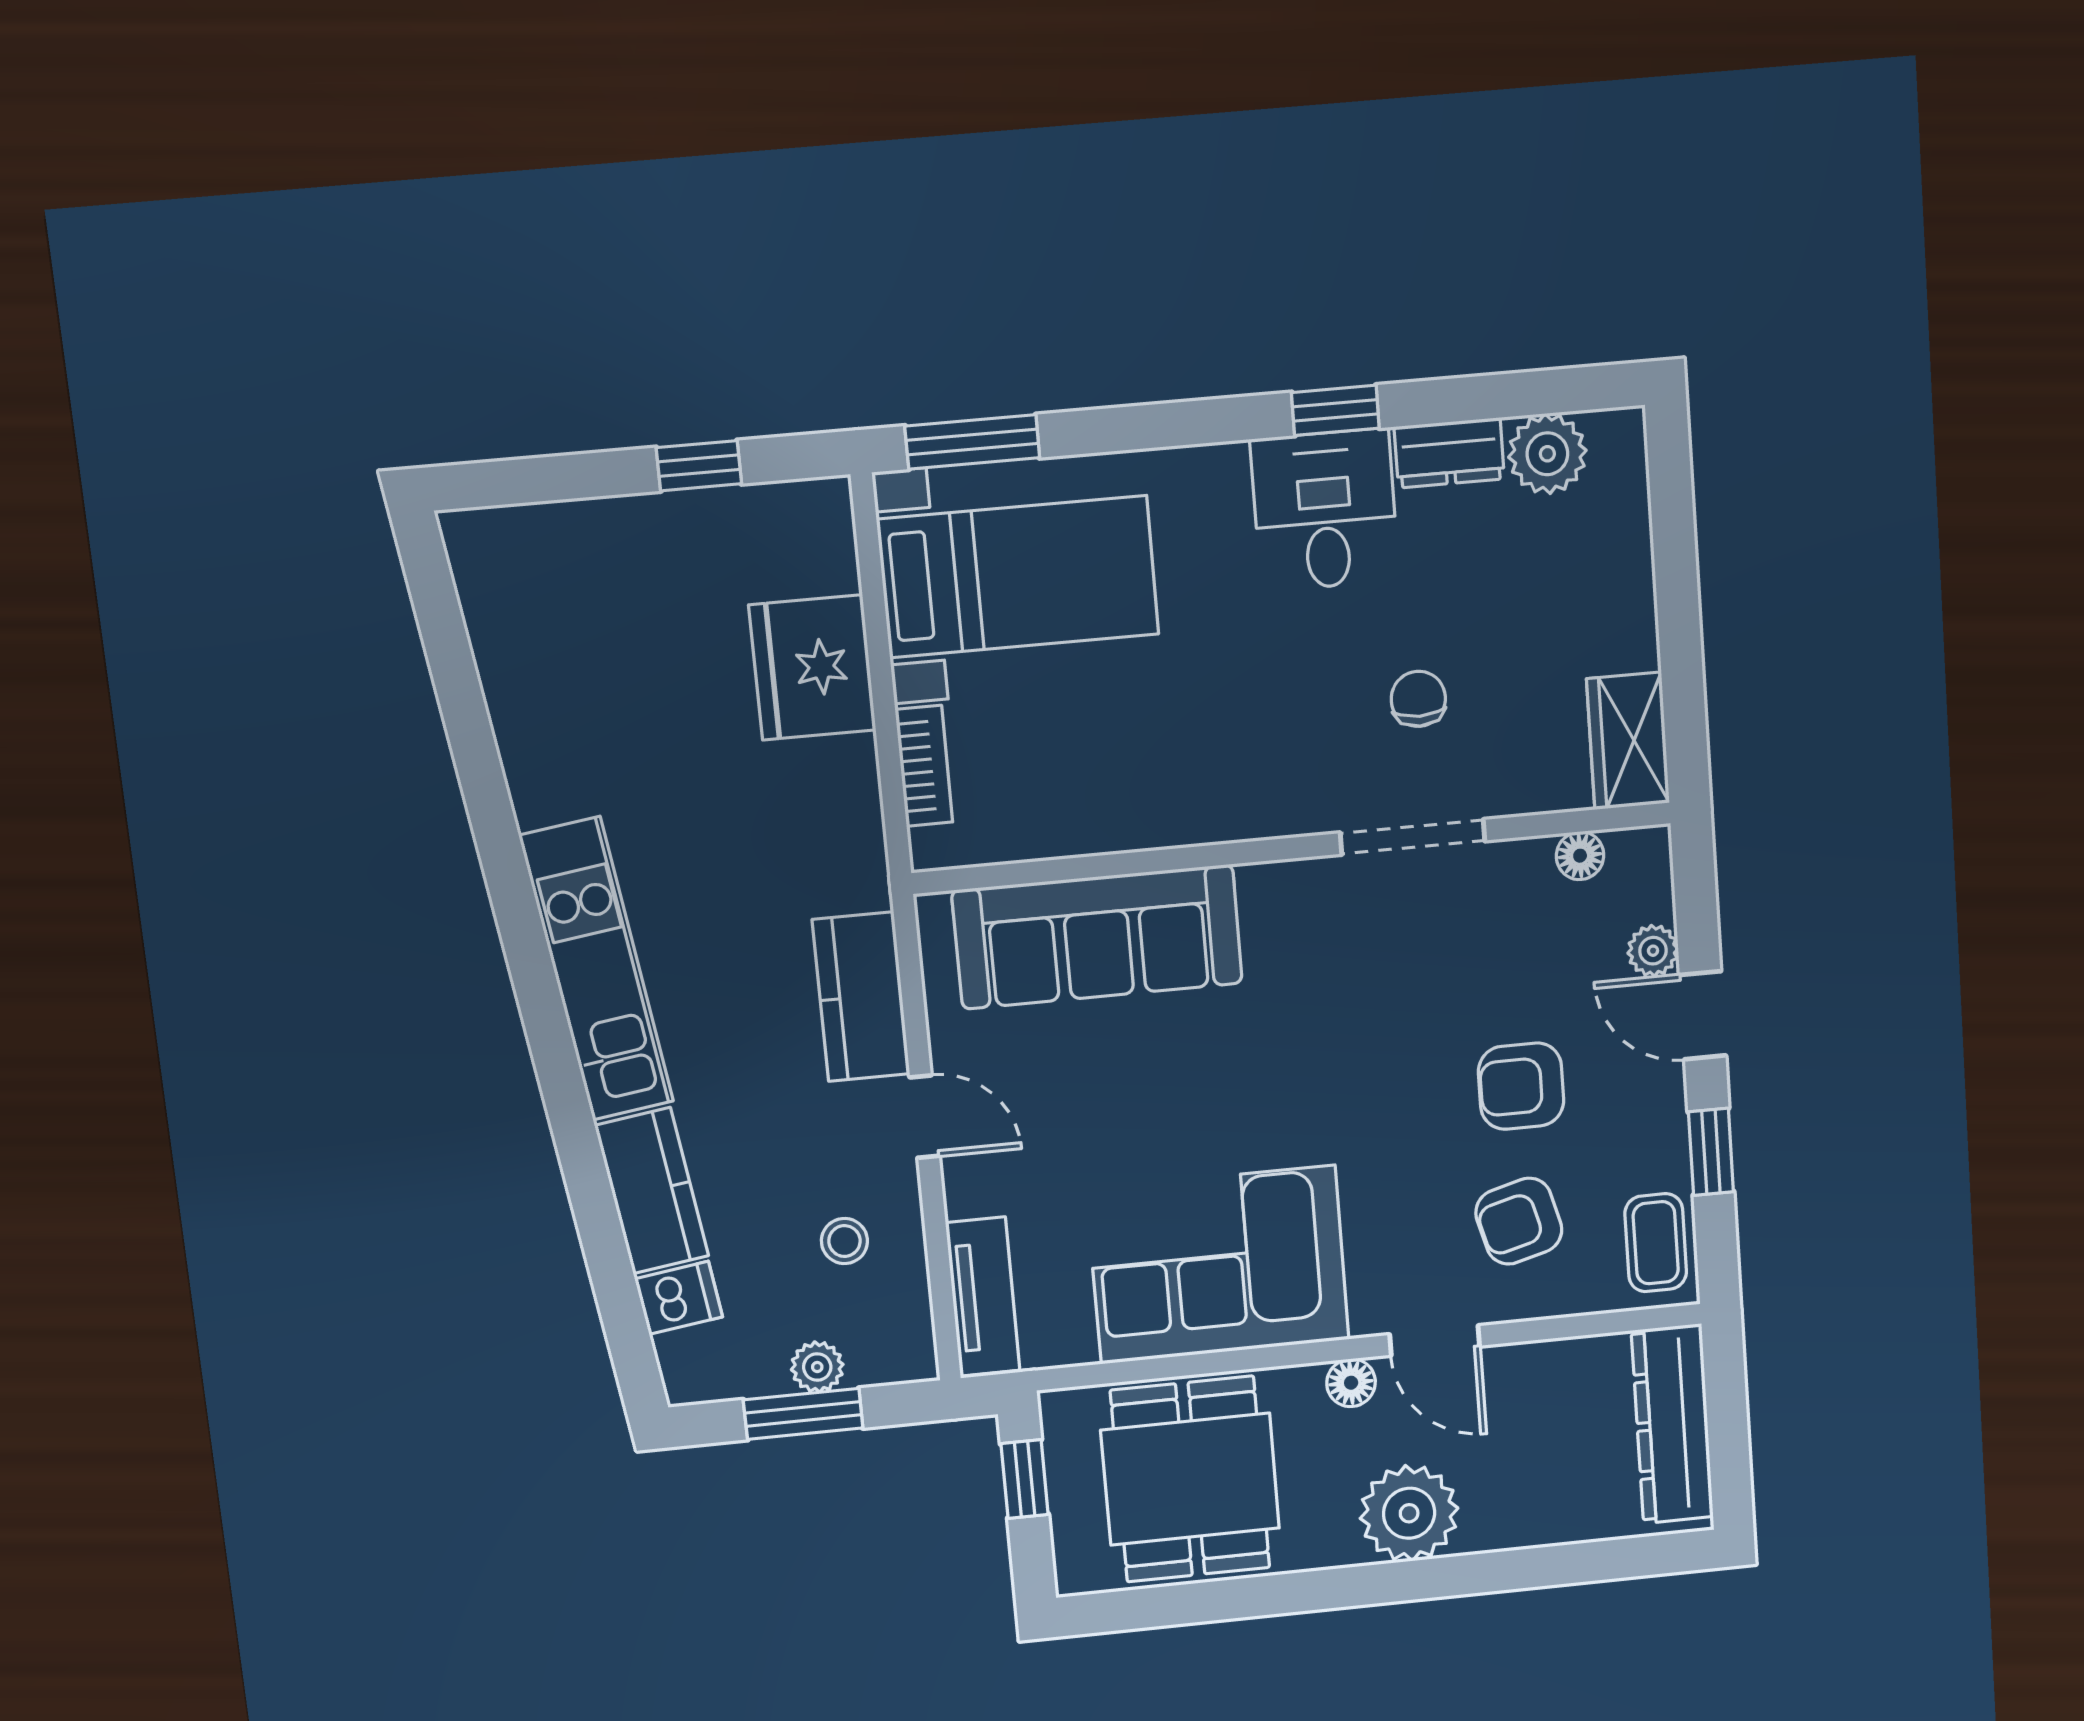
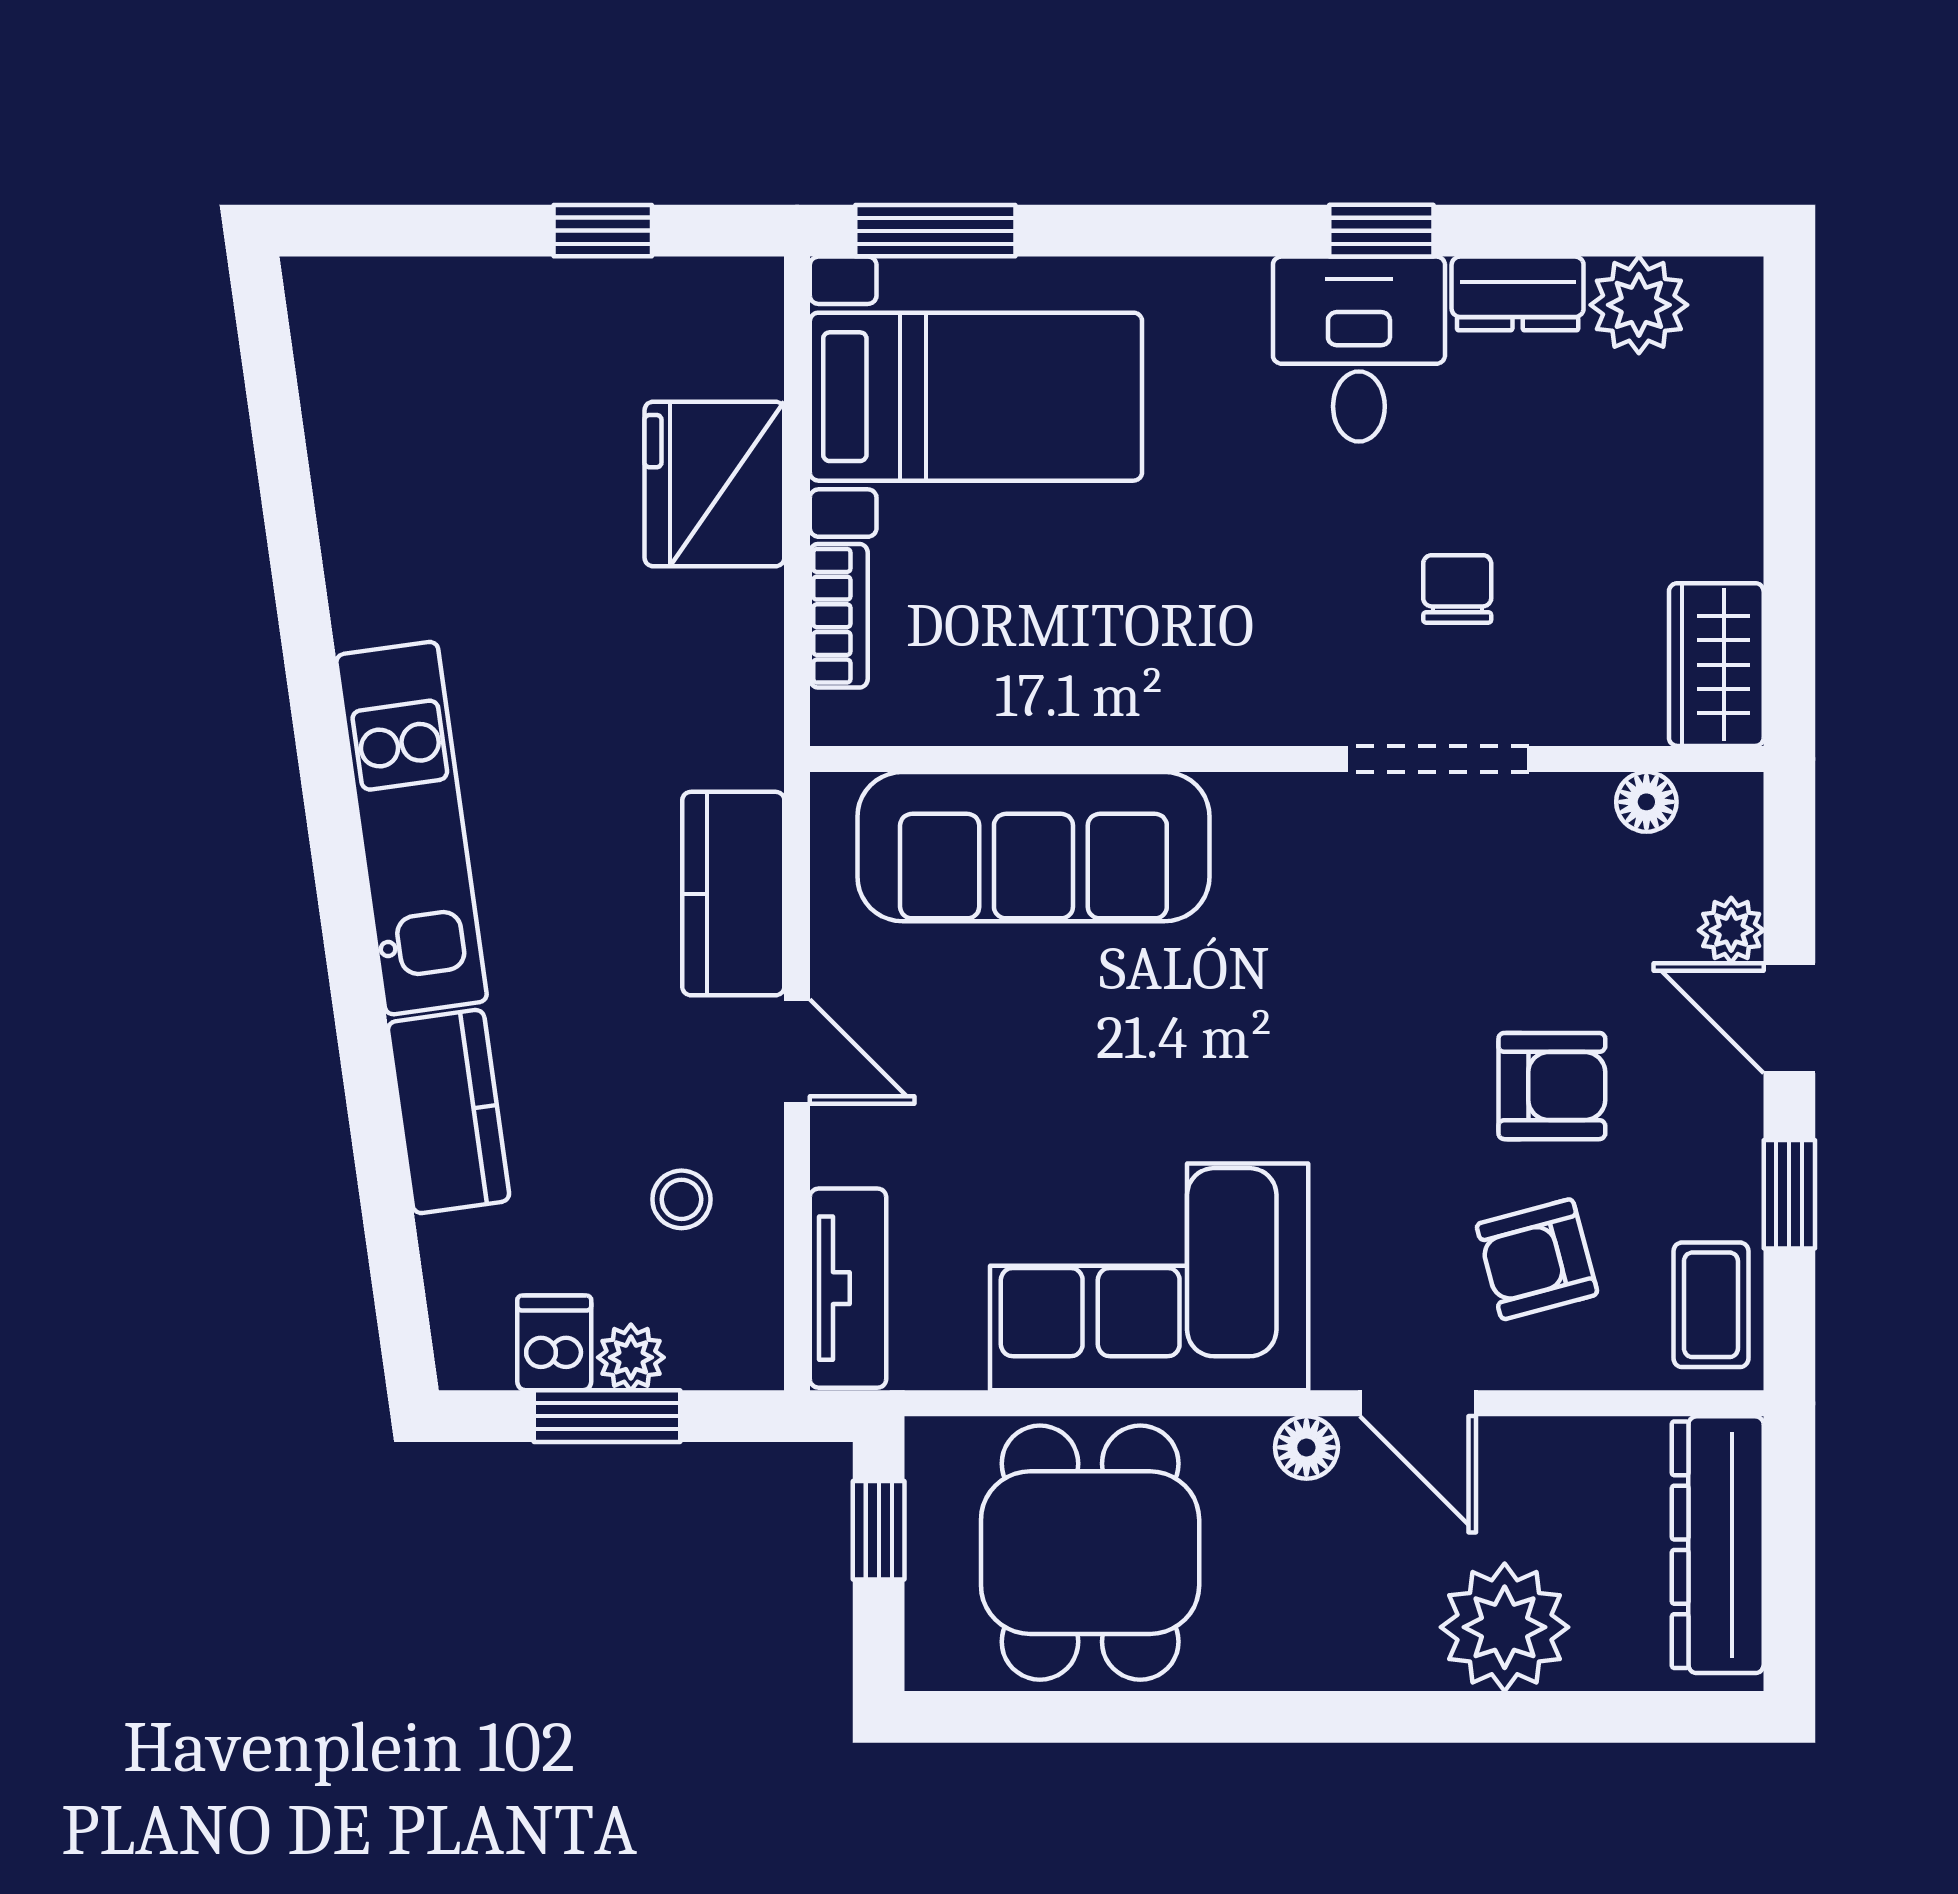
armchair: (1521, 1086) -> (1552, 1086), turned 180
dishwasher: (679, 1298) -> (554, 1343), moved, turned -82
plant: (1409, 1513) -> (1505, 1627), moved

